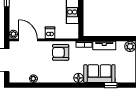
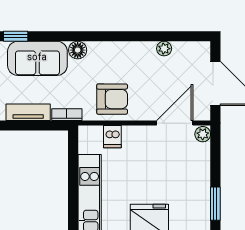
dishwasher: (50, 33) -> (112, 137), moved
door: (28, 40) -> (175, 123), swing flipped

